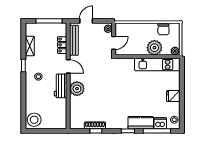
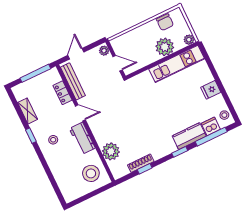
door: (114, 43) -> (118, 63), hinge flipped
plant: (77, 89) -> (111, 151), moved
stool: (34, 120) -> (91, 173), moved

